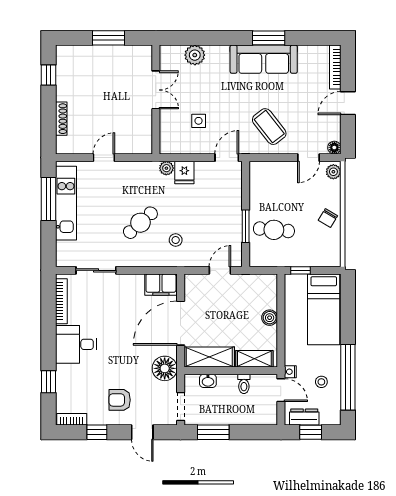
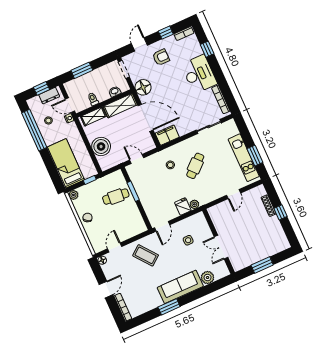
sofa: (264, 59) -> (180, 287), moved
window: (49, 75) -> (280, 212), moved
plant: (333, 172) -> (73, 195), moved
window: (49, 199) -> (255, 156), width x0.69
door: (220, 270) -> (137, 159), swing flipped
boiler: (270, 318) -> (101, 146), width x1.86, depth x1.86
door: (181, 323) -> (146, 118), hinge flipped
desk: (76, 344) -> (199, 74), width x1.37
door: (142, 432) -> (139, 44), hinge flipped
window: (213, 432) -> (82, 70), moved

